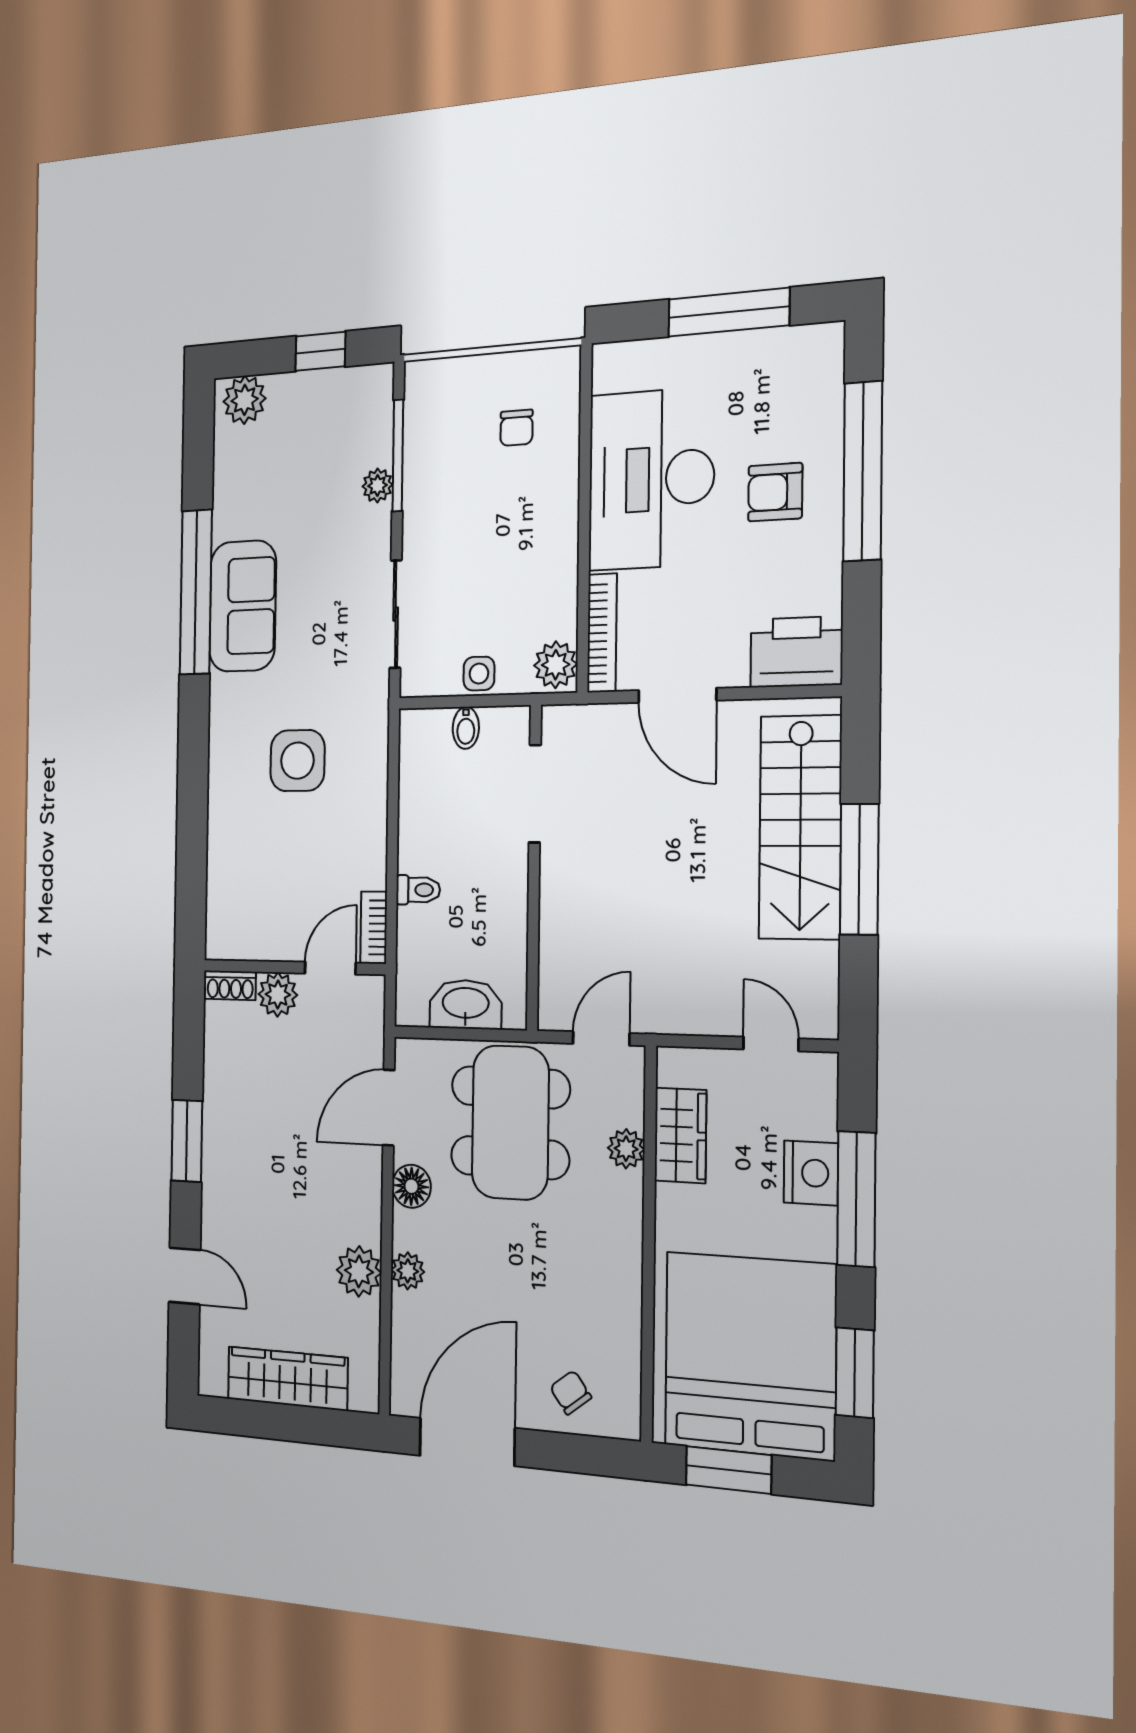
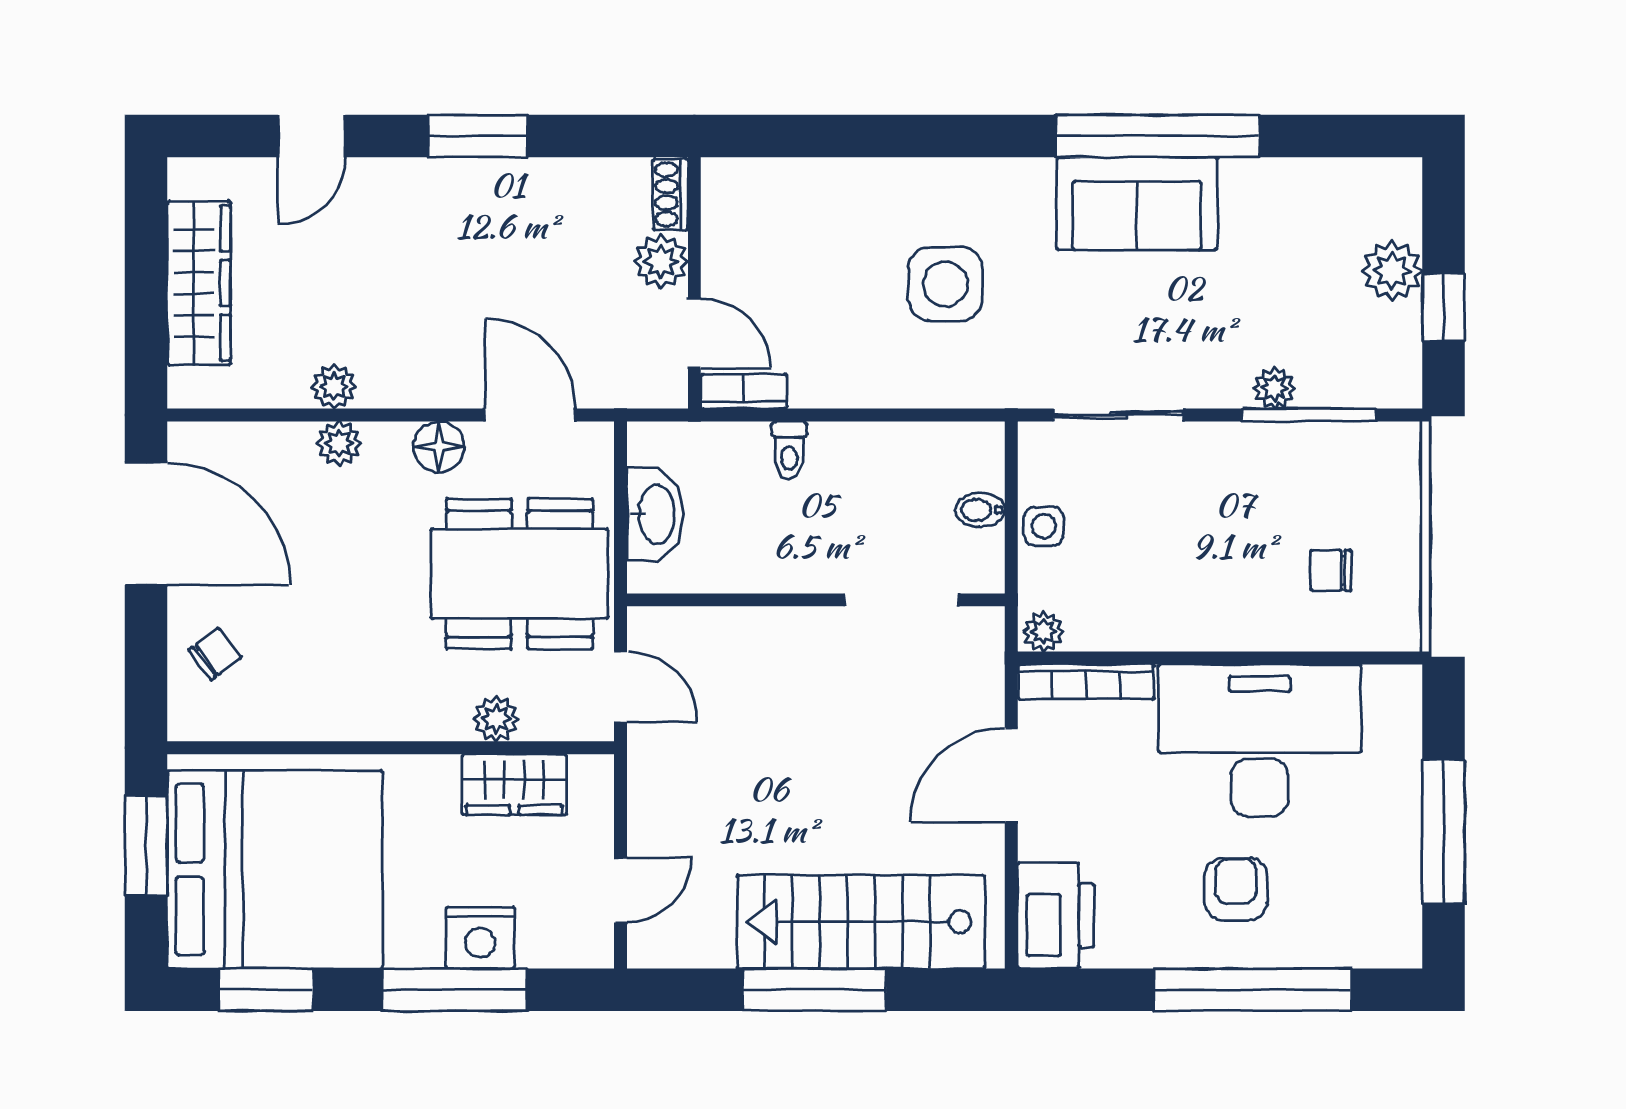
plant: (245, 400) -> (1392, 271), moved
plant: (556, 665) -> (1043, 632), width x0.73, depth x0.73
plant: (359, 1271) -> (334, 387), width x0.73, depth x0.73

